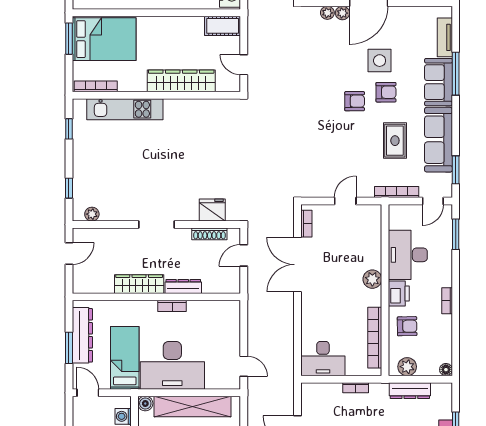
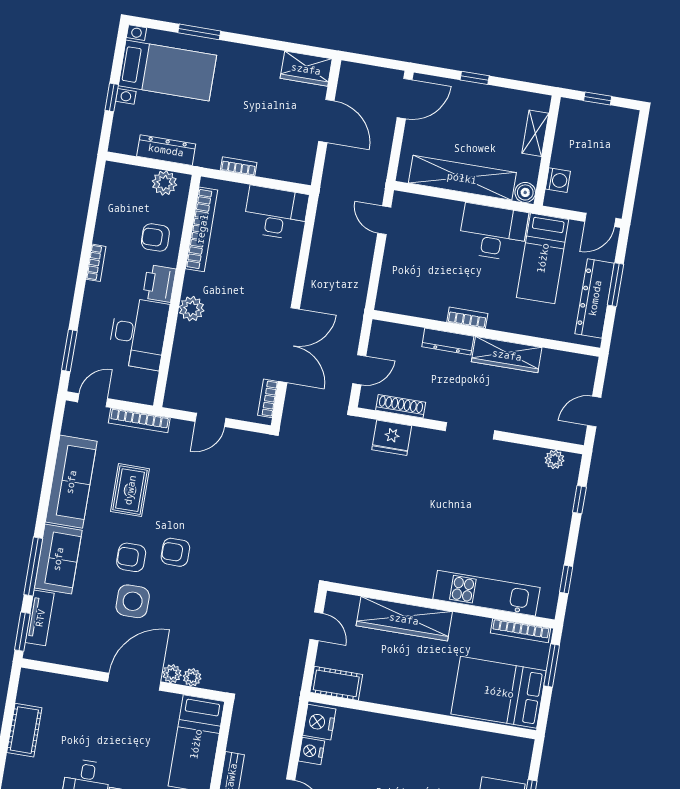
window: (69, 39) -> (552, 666), moved
window: (456, 170) -> (22, 632), moved
desk: (172, 365) -> (493, 232), width x0.73, depth x0.77
floor lamp: (446, 370) -> (113, 170), removed
door: (88, 393) -> (600, 220), hinge flipped

